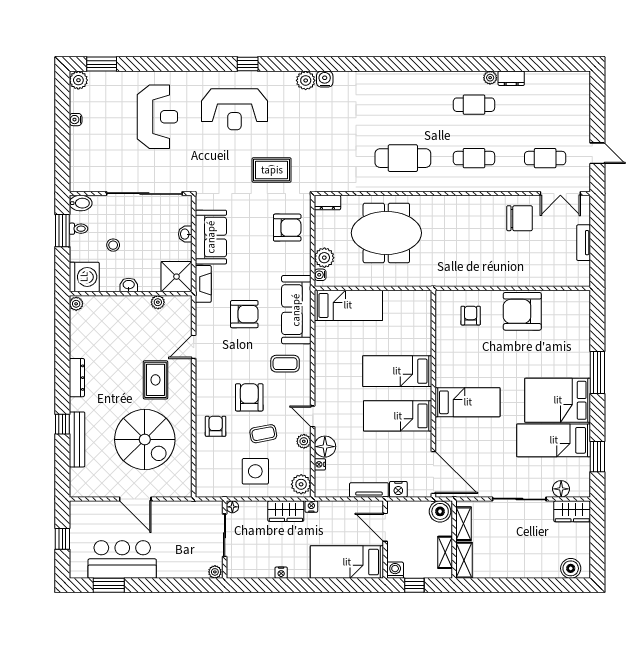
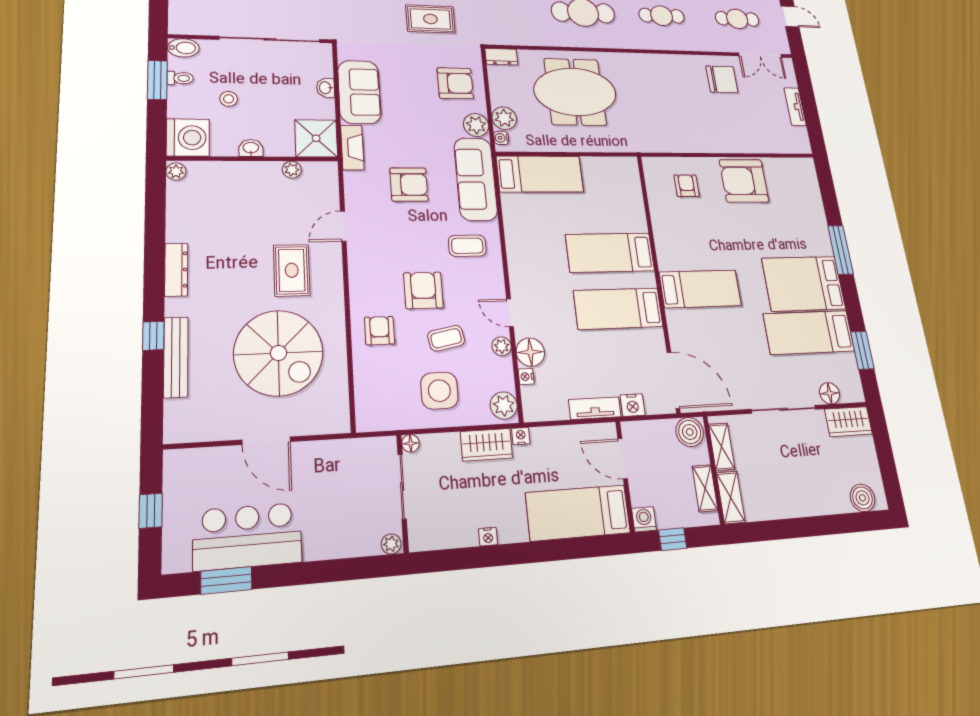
plant: (301, 264) -> (476, 125), added

